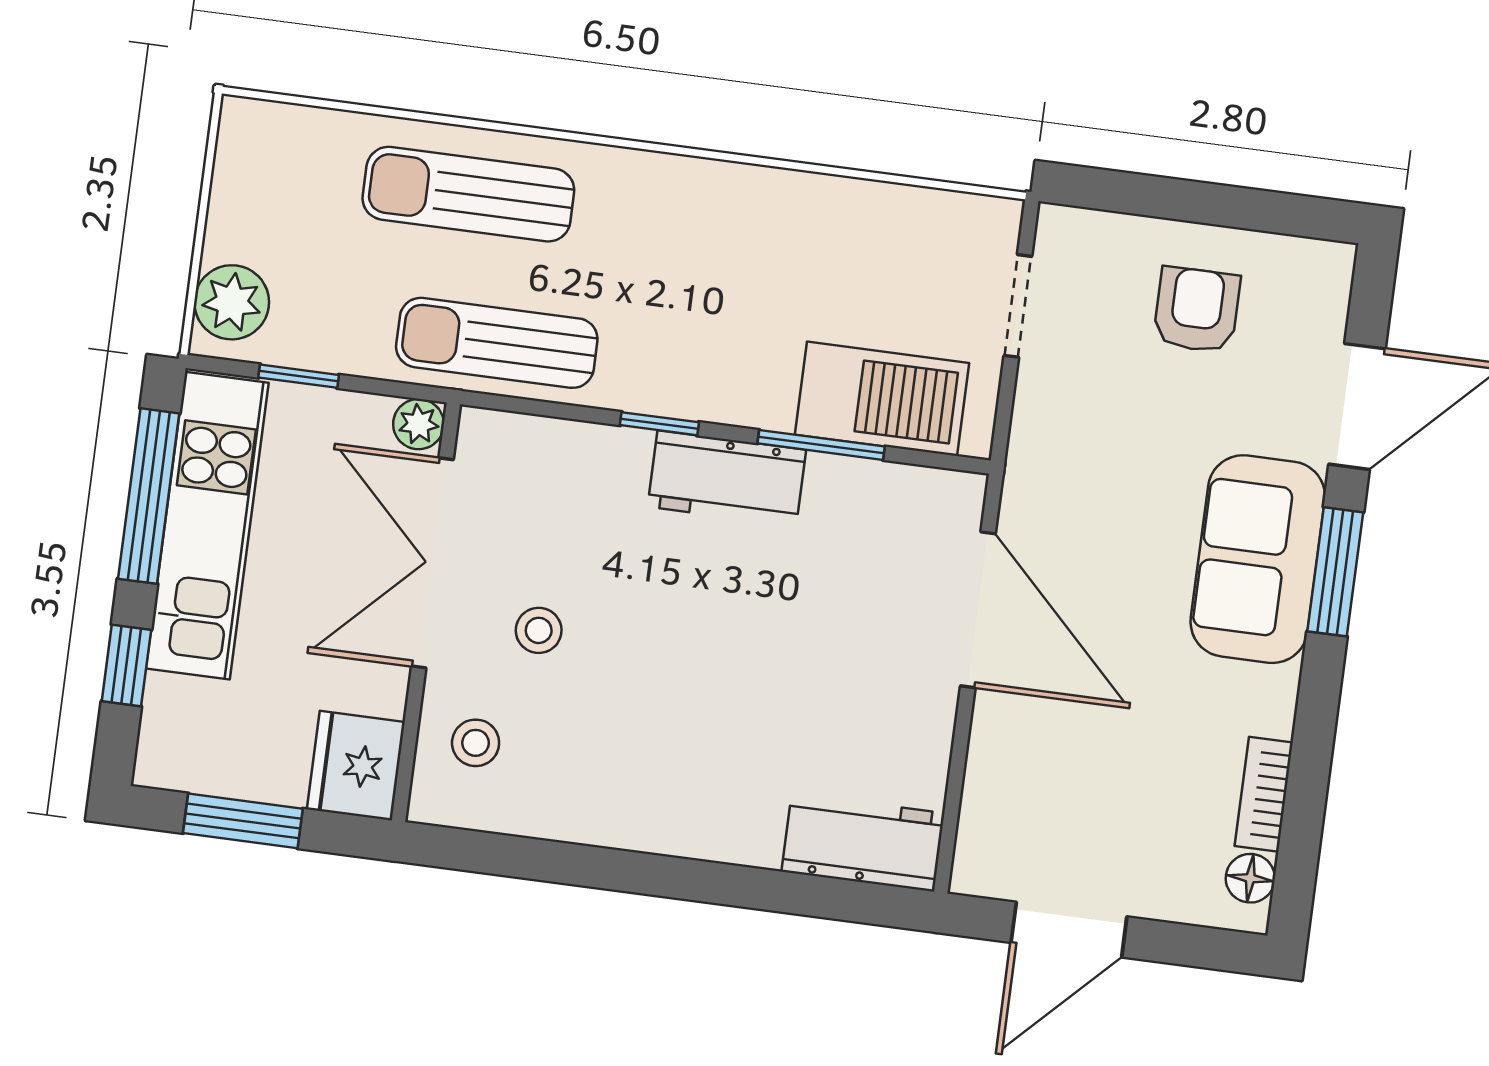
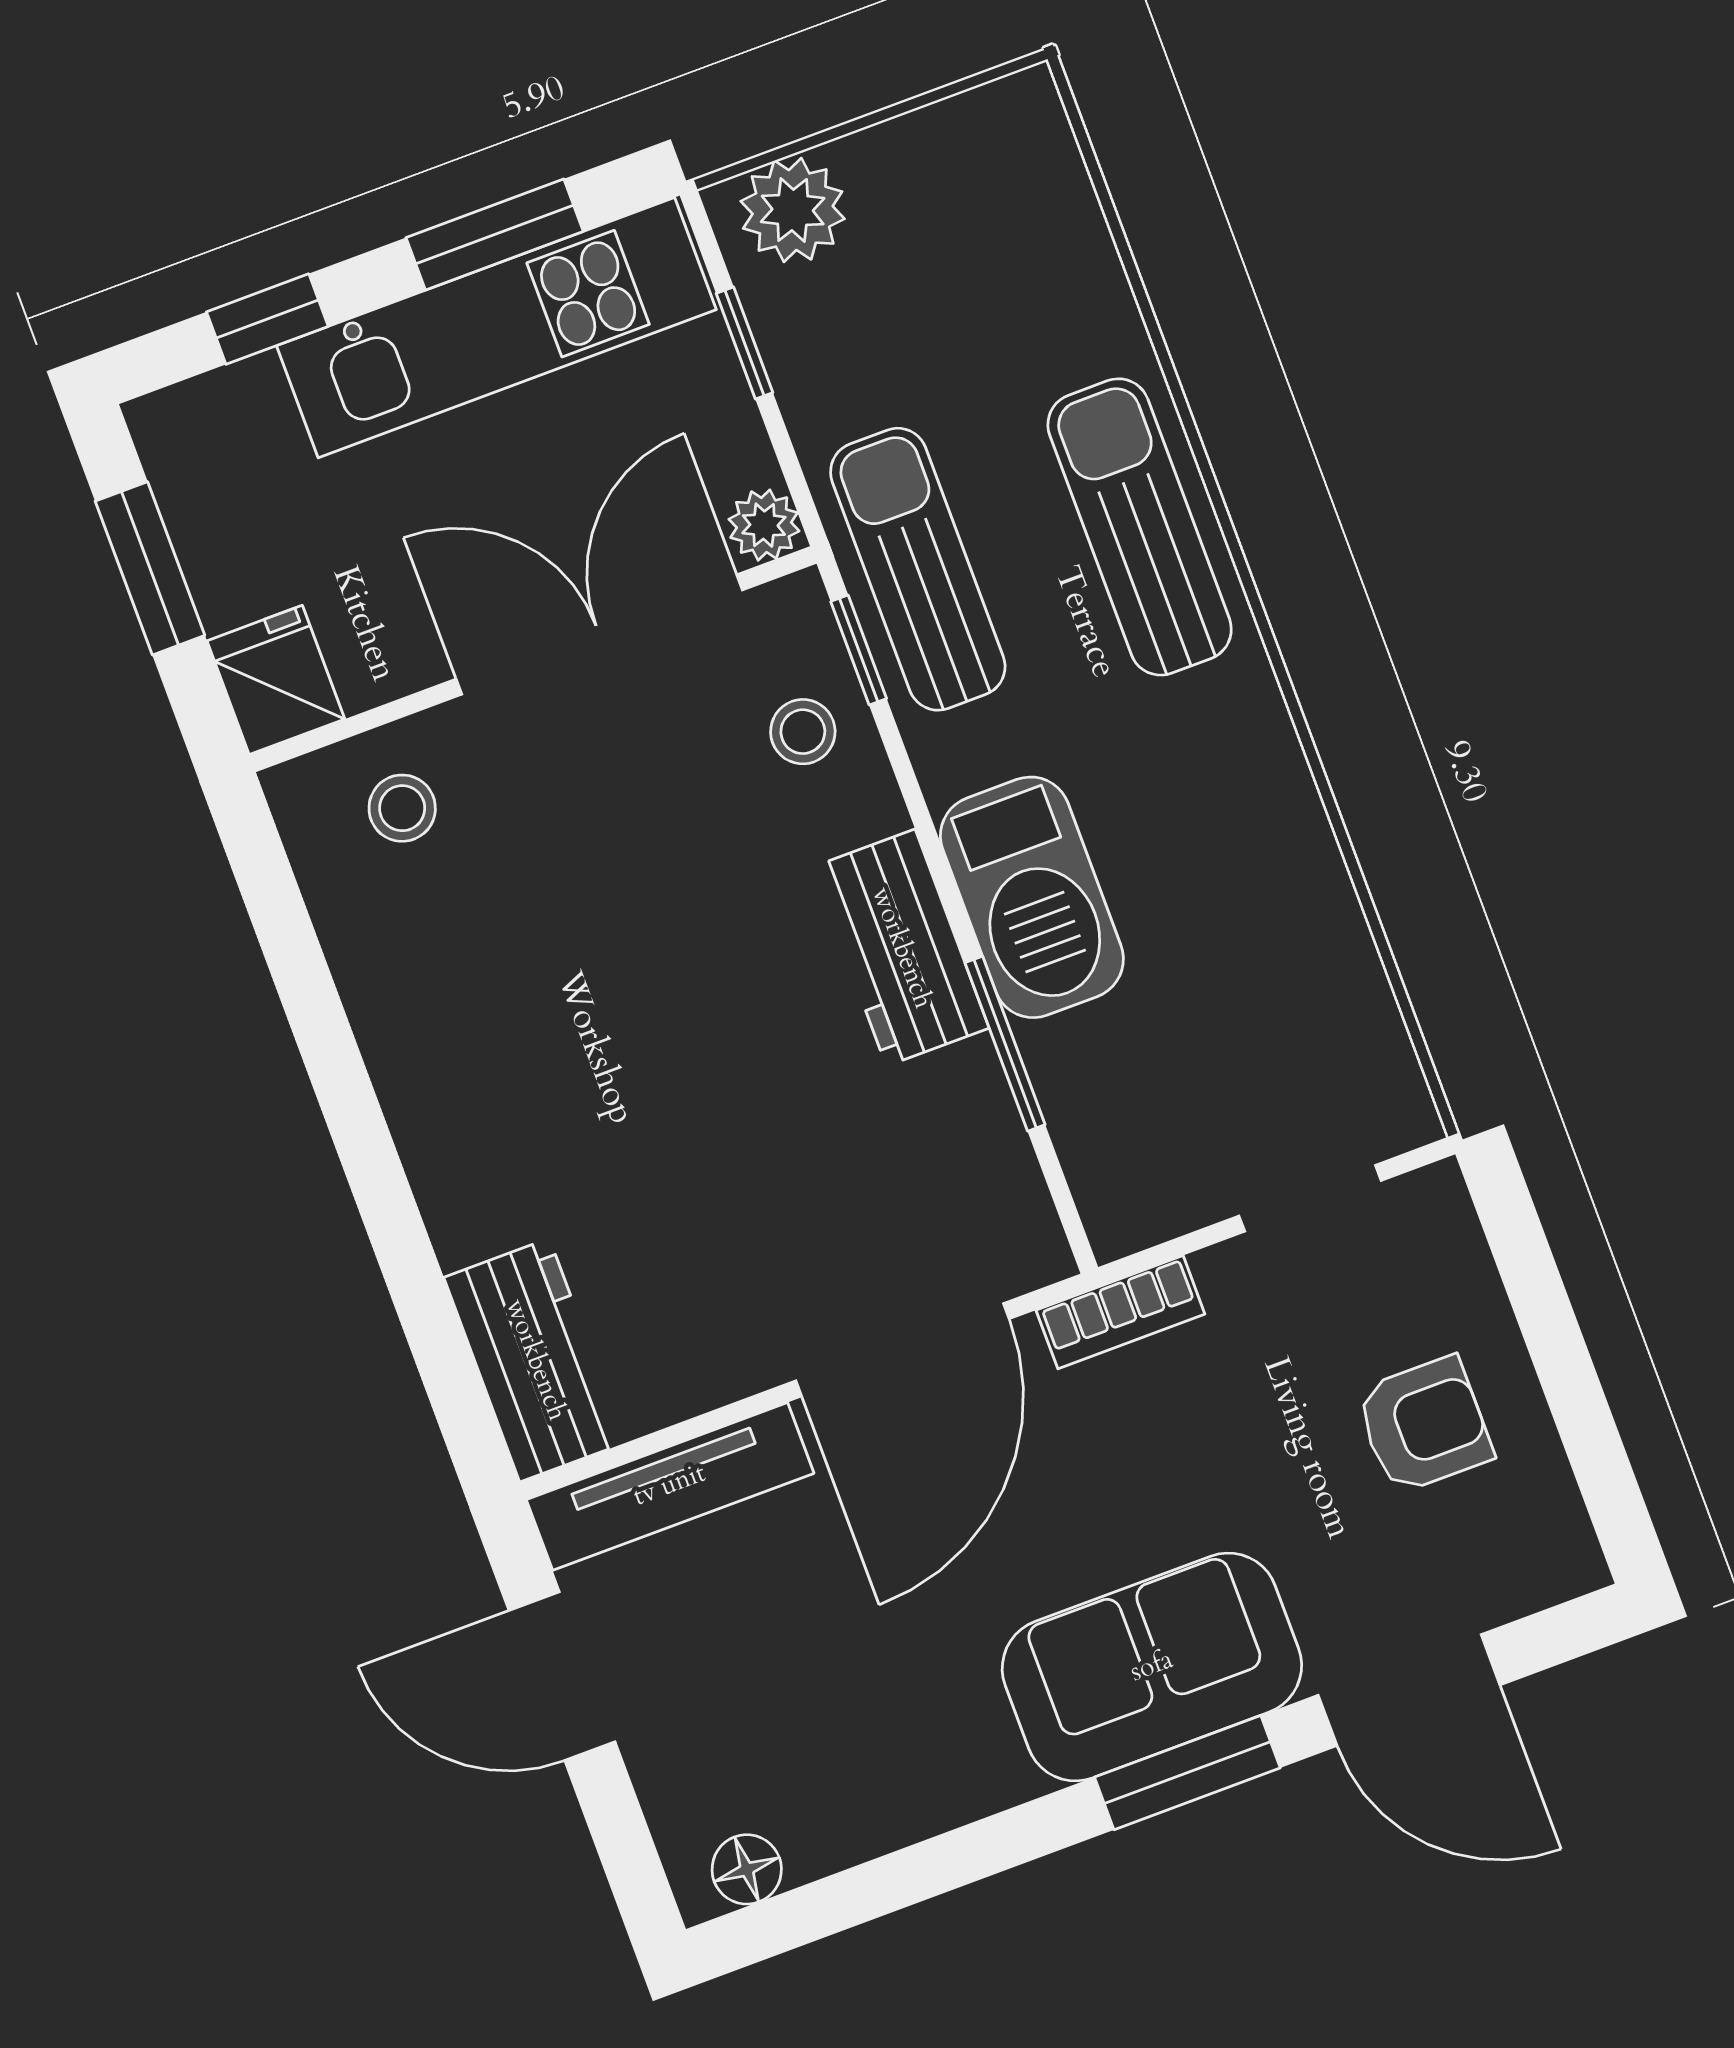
sun lounger: (468, 194) -> (1140, 527), moved
barbecue: (882, 399) -> (1032, 897), moved
window: (659, 424) -> (859, 650), moved
window: (149, 496) -> (495, 235), width x0.69
stool: (539, 630) -> (803, 732), moved
fridge: (356, 766) -> (276, 680), width x0.72
bookcase: (1264, 794) -> (1120, 1312), moved, turned 180
tv unit: (986, 800) -> (670, 1486), added

